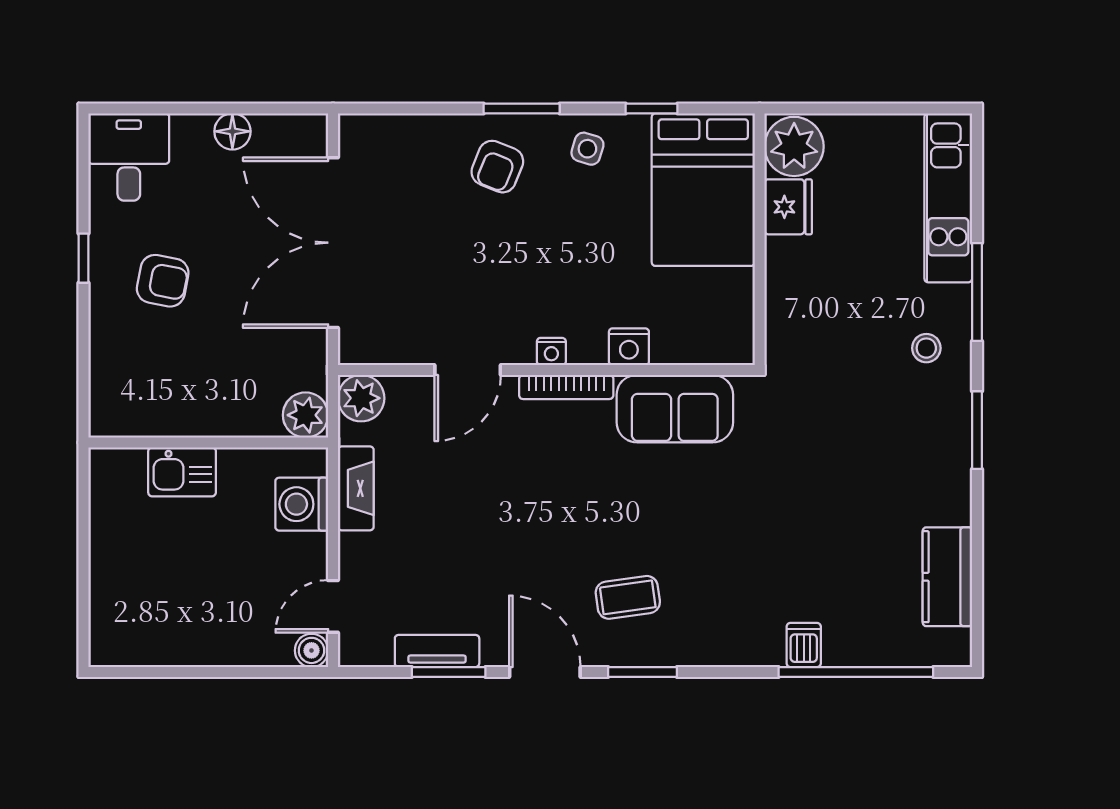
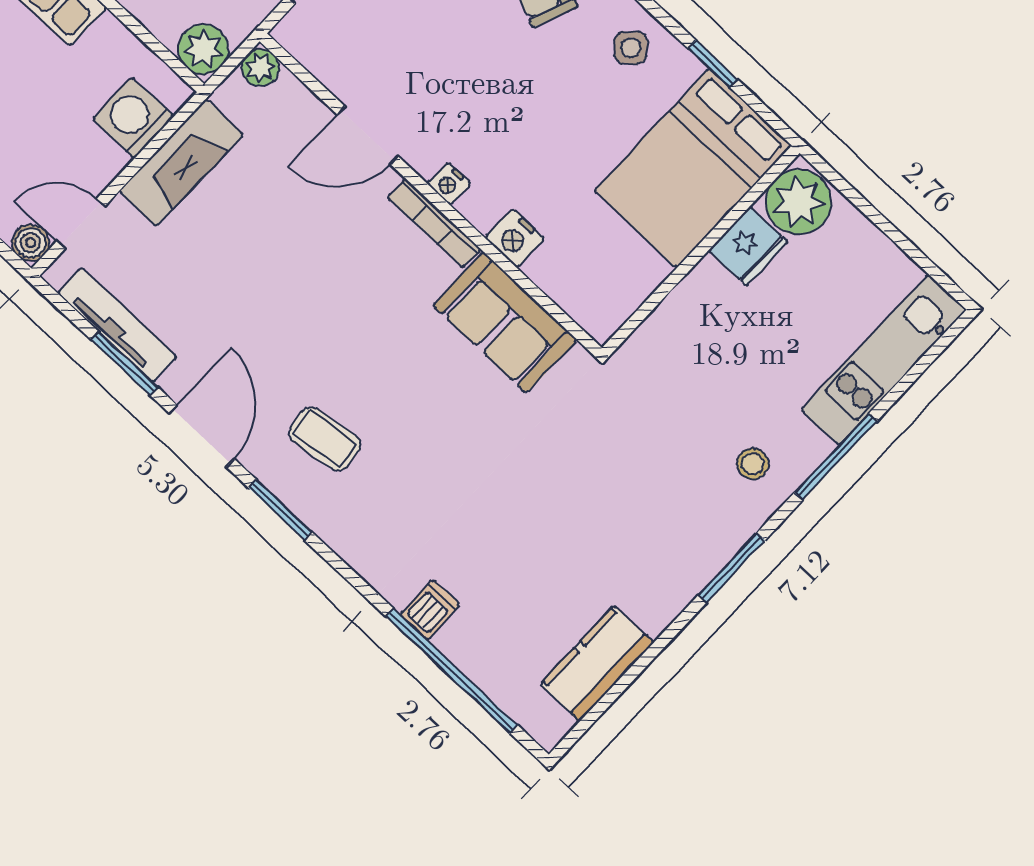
side table: (587, 149) -> (631, 48), turned 31
plant: (361, 398) -> (260, 68), width x0.73, depth x0.73
fireplace: (356, 488) -> (181, 163), width x1.37, depth x1.32
tv unit: (437, 651) -> (117, 325), width x1.41

